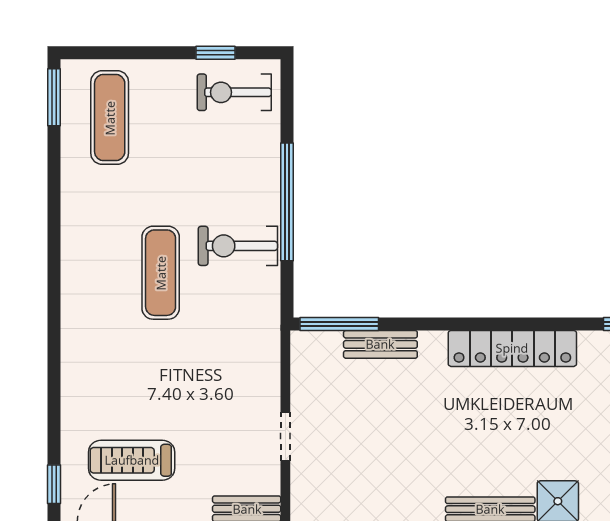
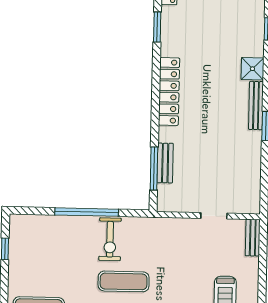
exercise bike: (234, 92) -> (27, 239), removed
window: (339, 324) -> (154, 169), moved

